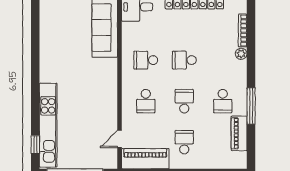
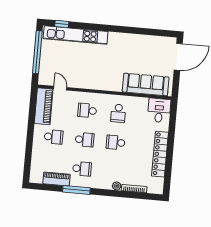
school desk: (146, 60) -> (118, 113), turned 180
school desk: (184, 60) -> (116, 142), turned -90
school desk: (223, 101) -> (82, 169), turned 180

